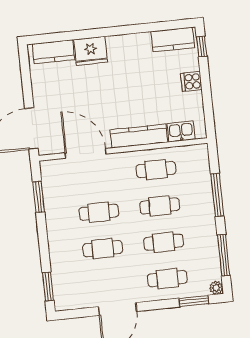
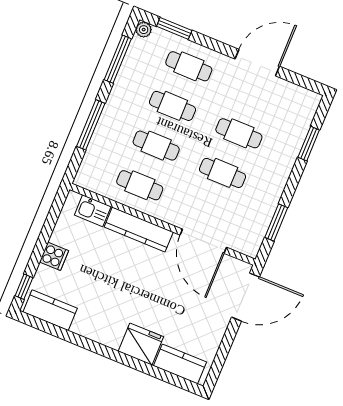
window: (48, 286) -> (309, 144), moved

